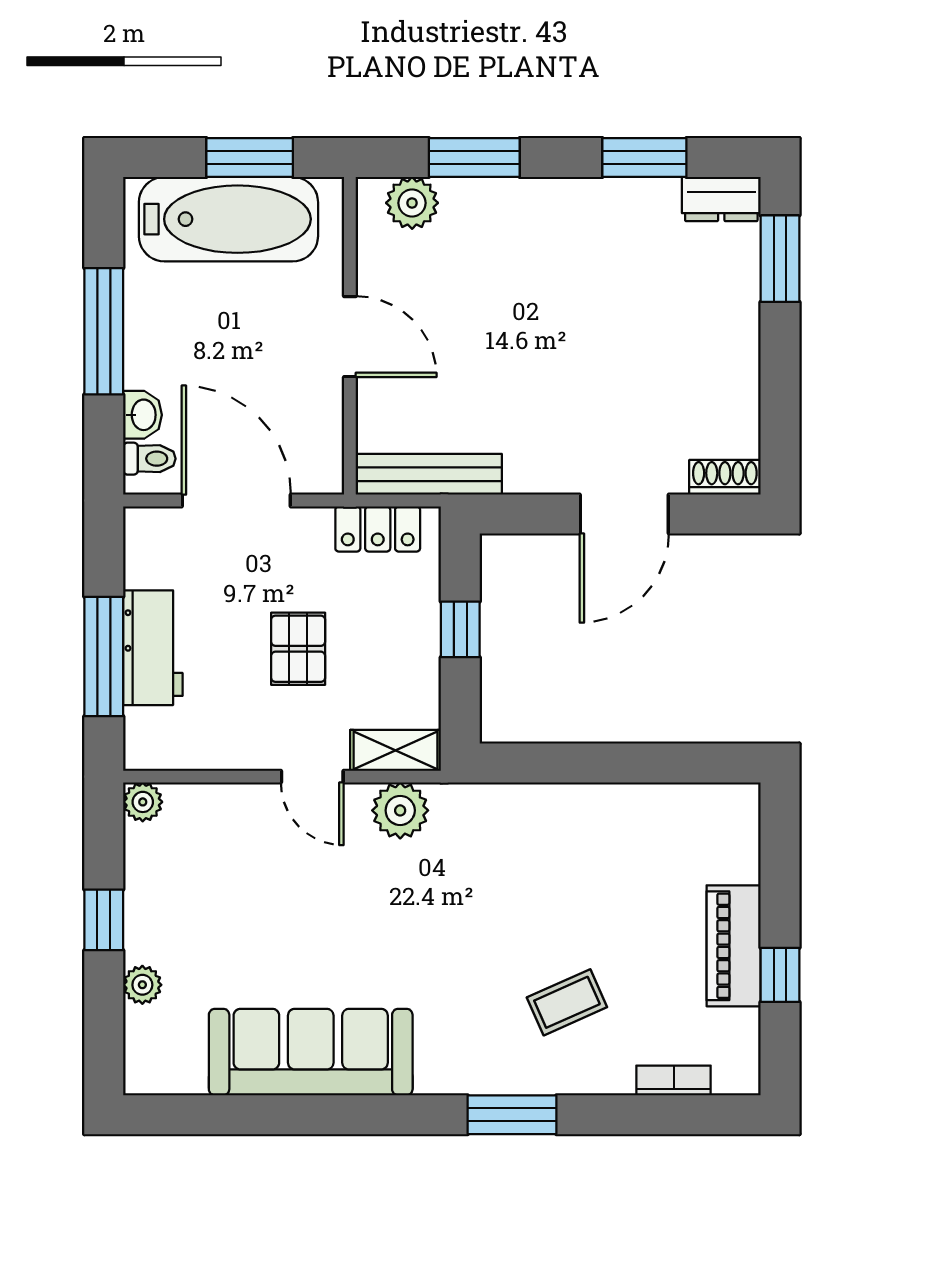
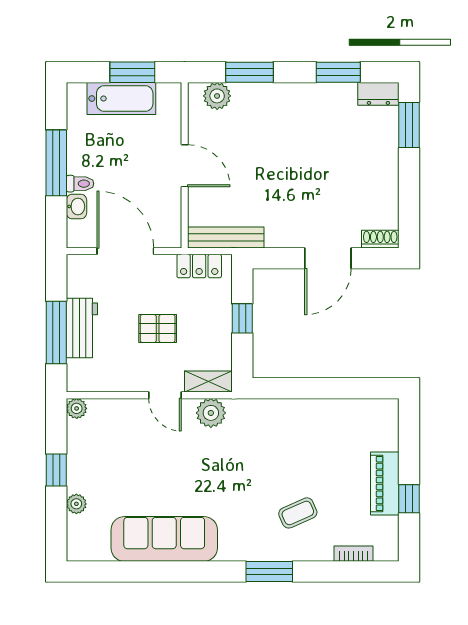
bathtub: (228, 219) -> (121, 99), width x0.73, depth x0.73
toilet: (149, 459) -> (80, 184), moved
pallet: (298, 649) -> (158, 329), turned 90

